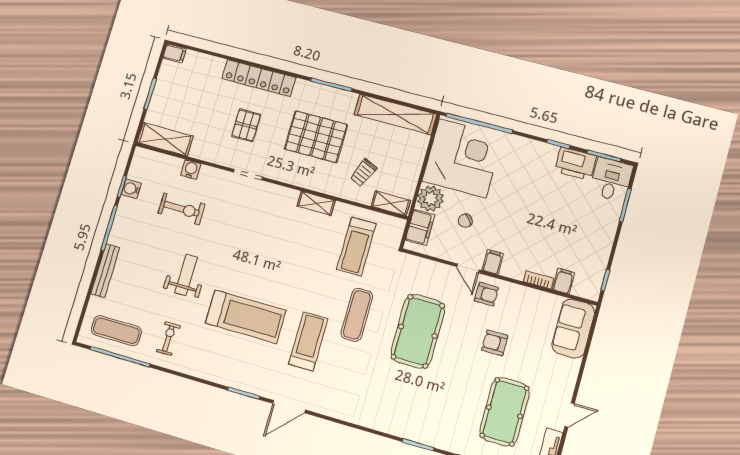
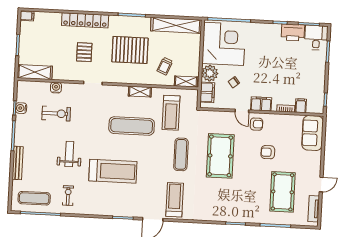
exercise mat: (291, 253) -> (132, 126), added
filing cabinet: (493, 262) -> (261, 104), width x2.00
treadmill: (308, 341) -> (175, 200), moved

